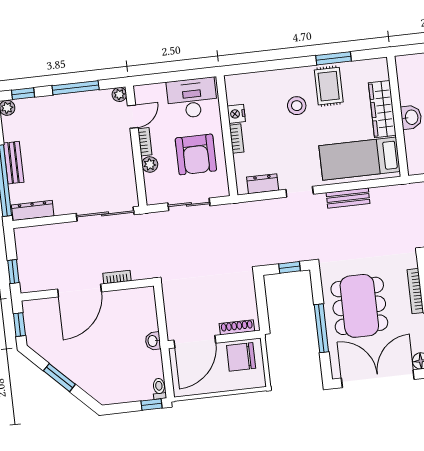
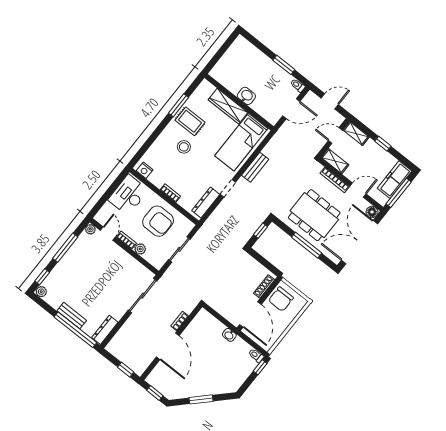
nightstand: (236, 114) -> (145, 170), moved
dresser: (263, 184) -> (206, 203), width x1.44

